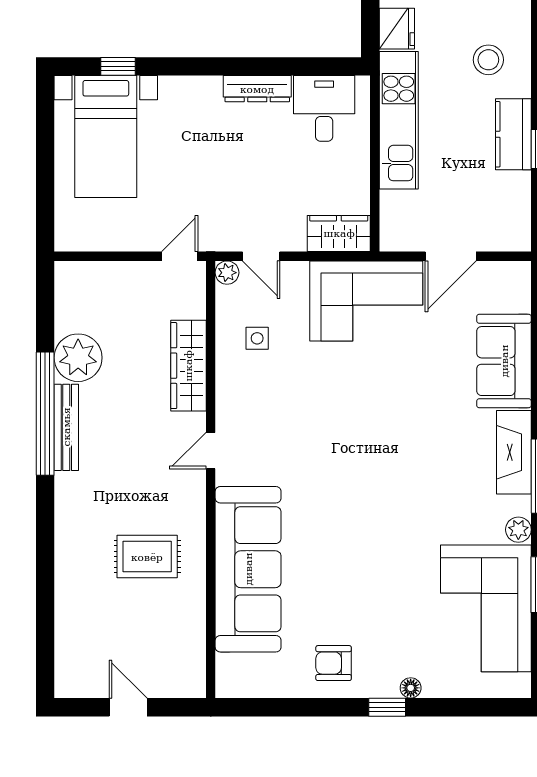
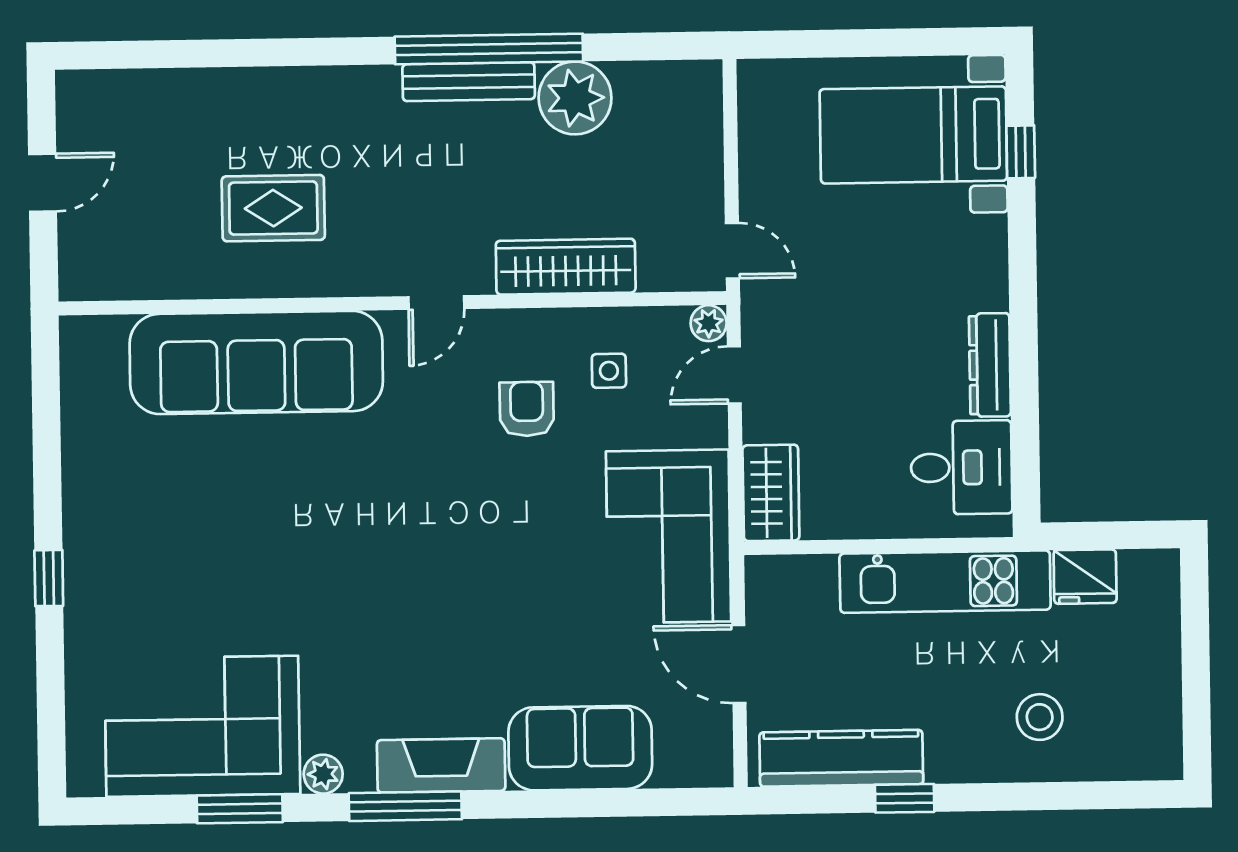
kitchen counter: (513, 134) -> (841, 758), moved, width x1.50
door: (211, 451) -> (436, 303), swing flipped
rug: (147, 557) -> (273, 208), turned 90
armchair: (334, 663) -> (527, 409), moved
floor lamp: (411, 688) -> (79, 613), removed

